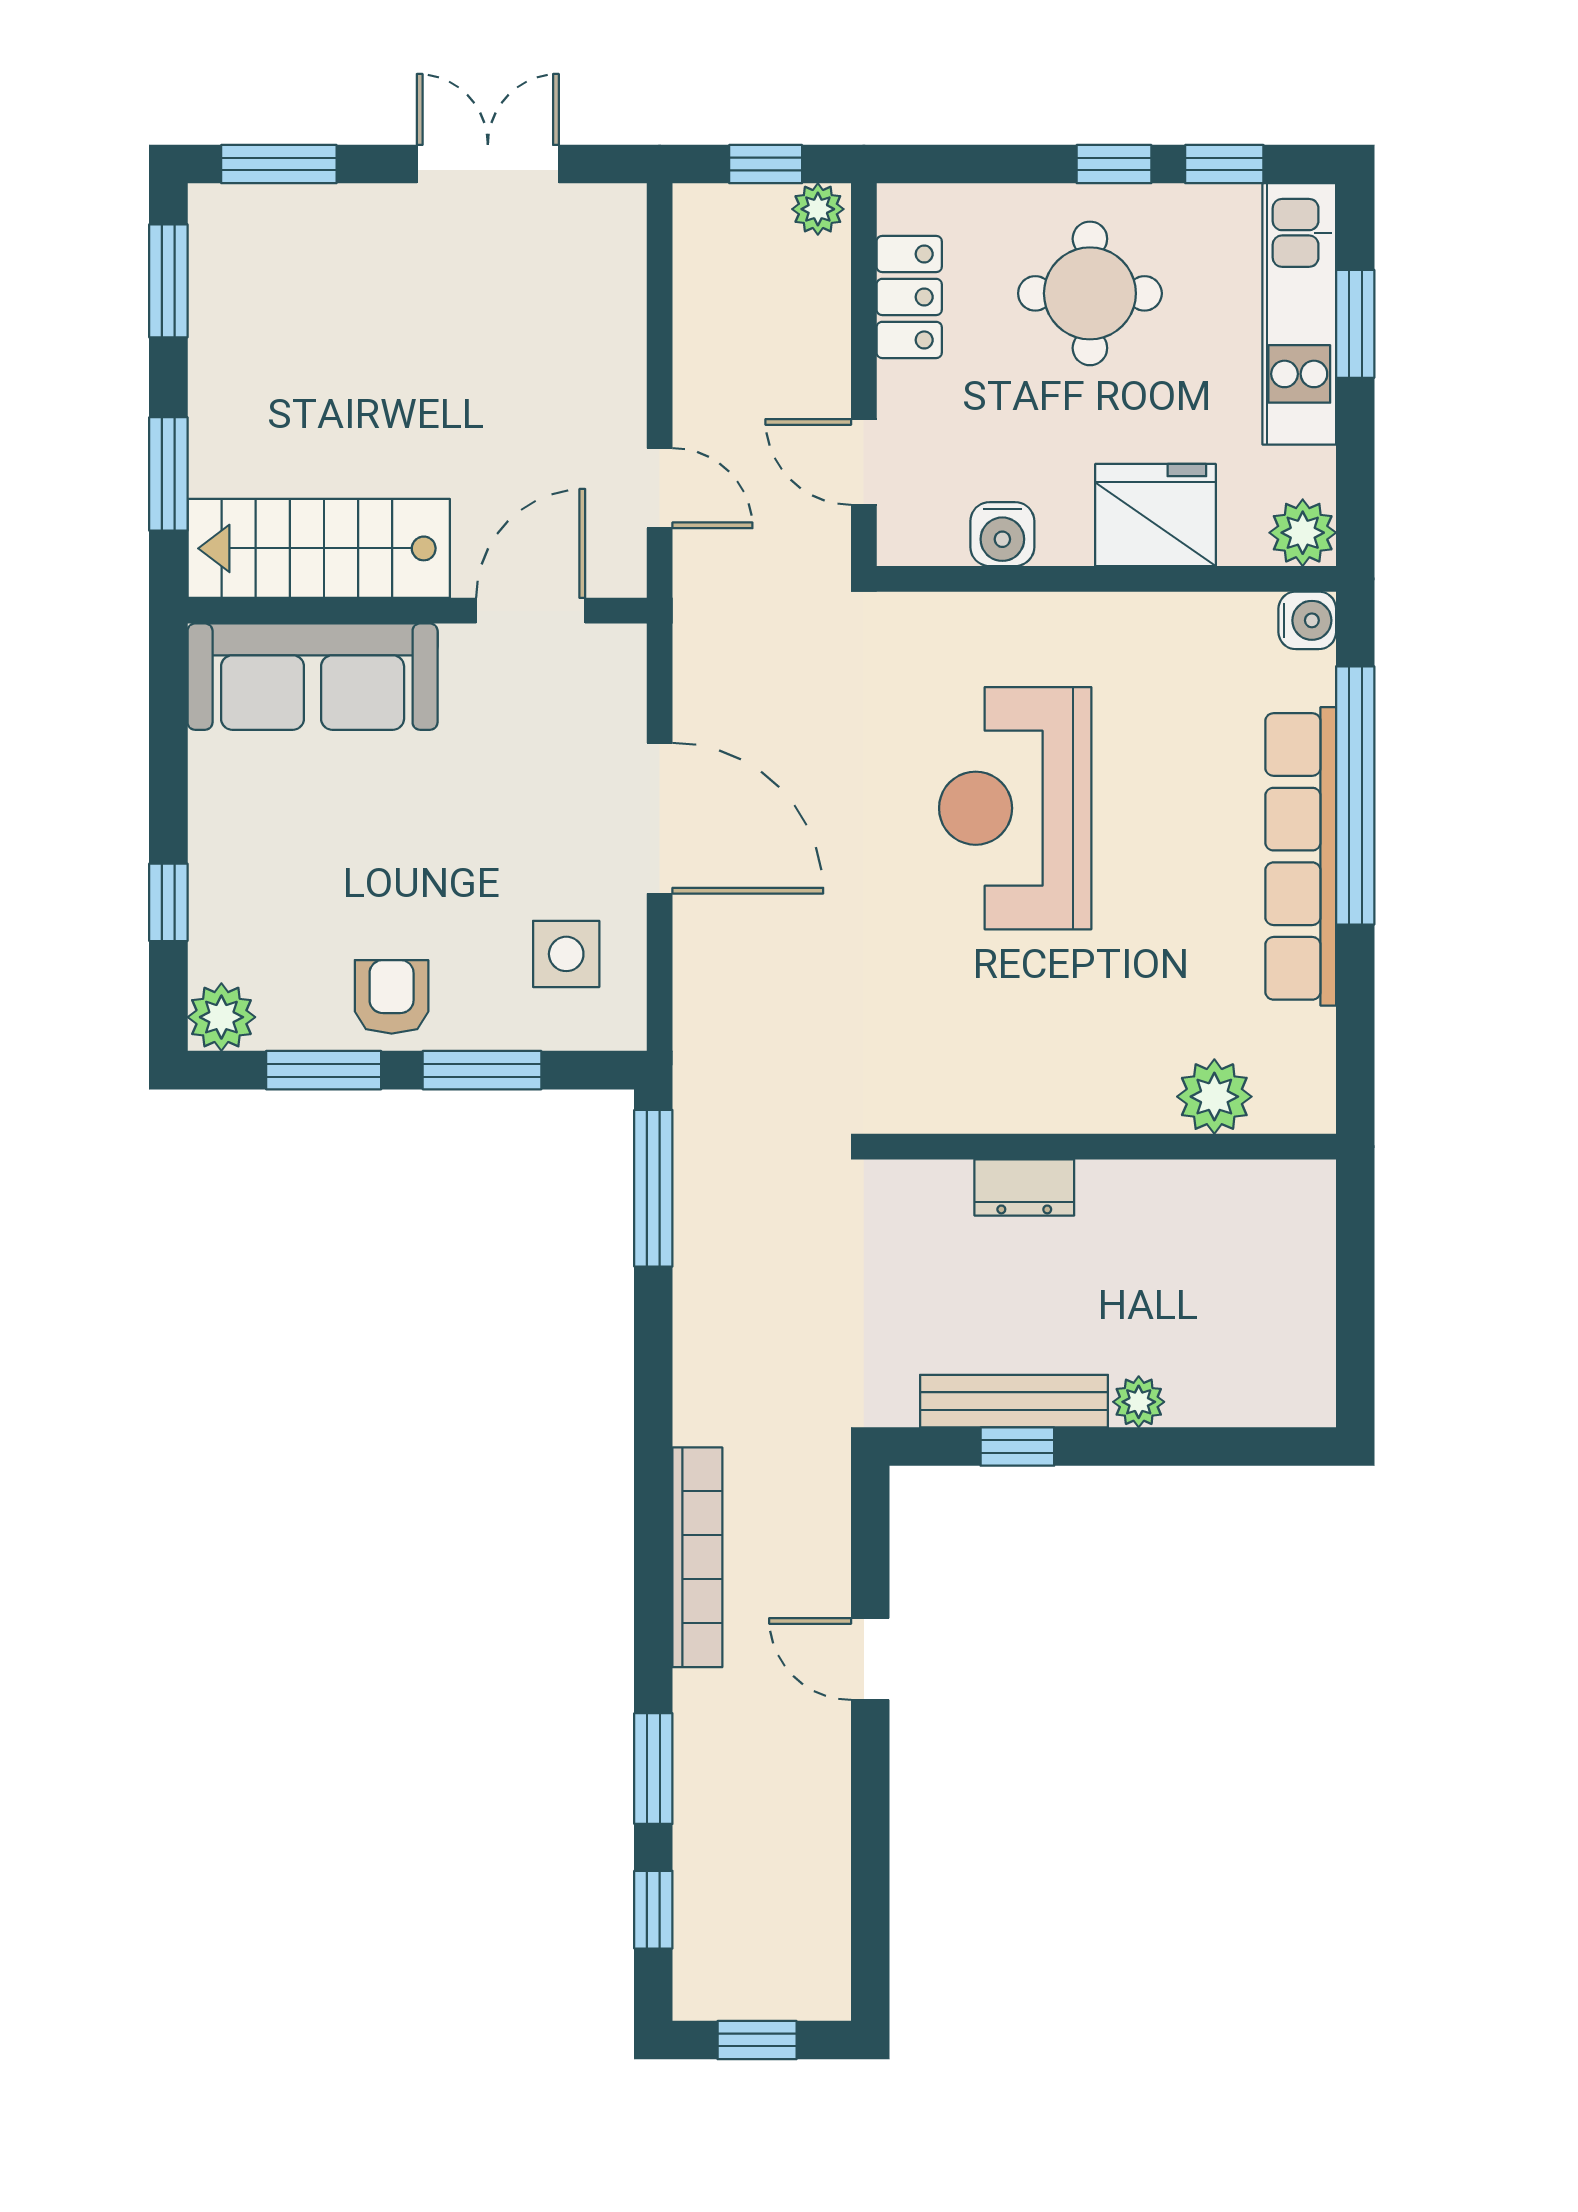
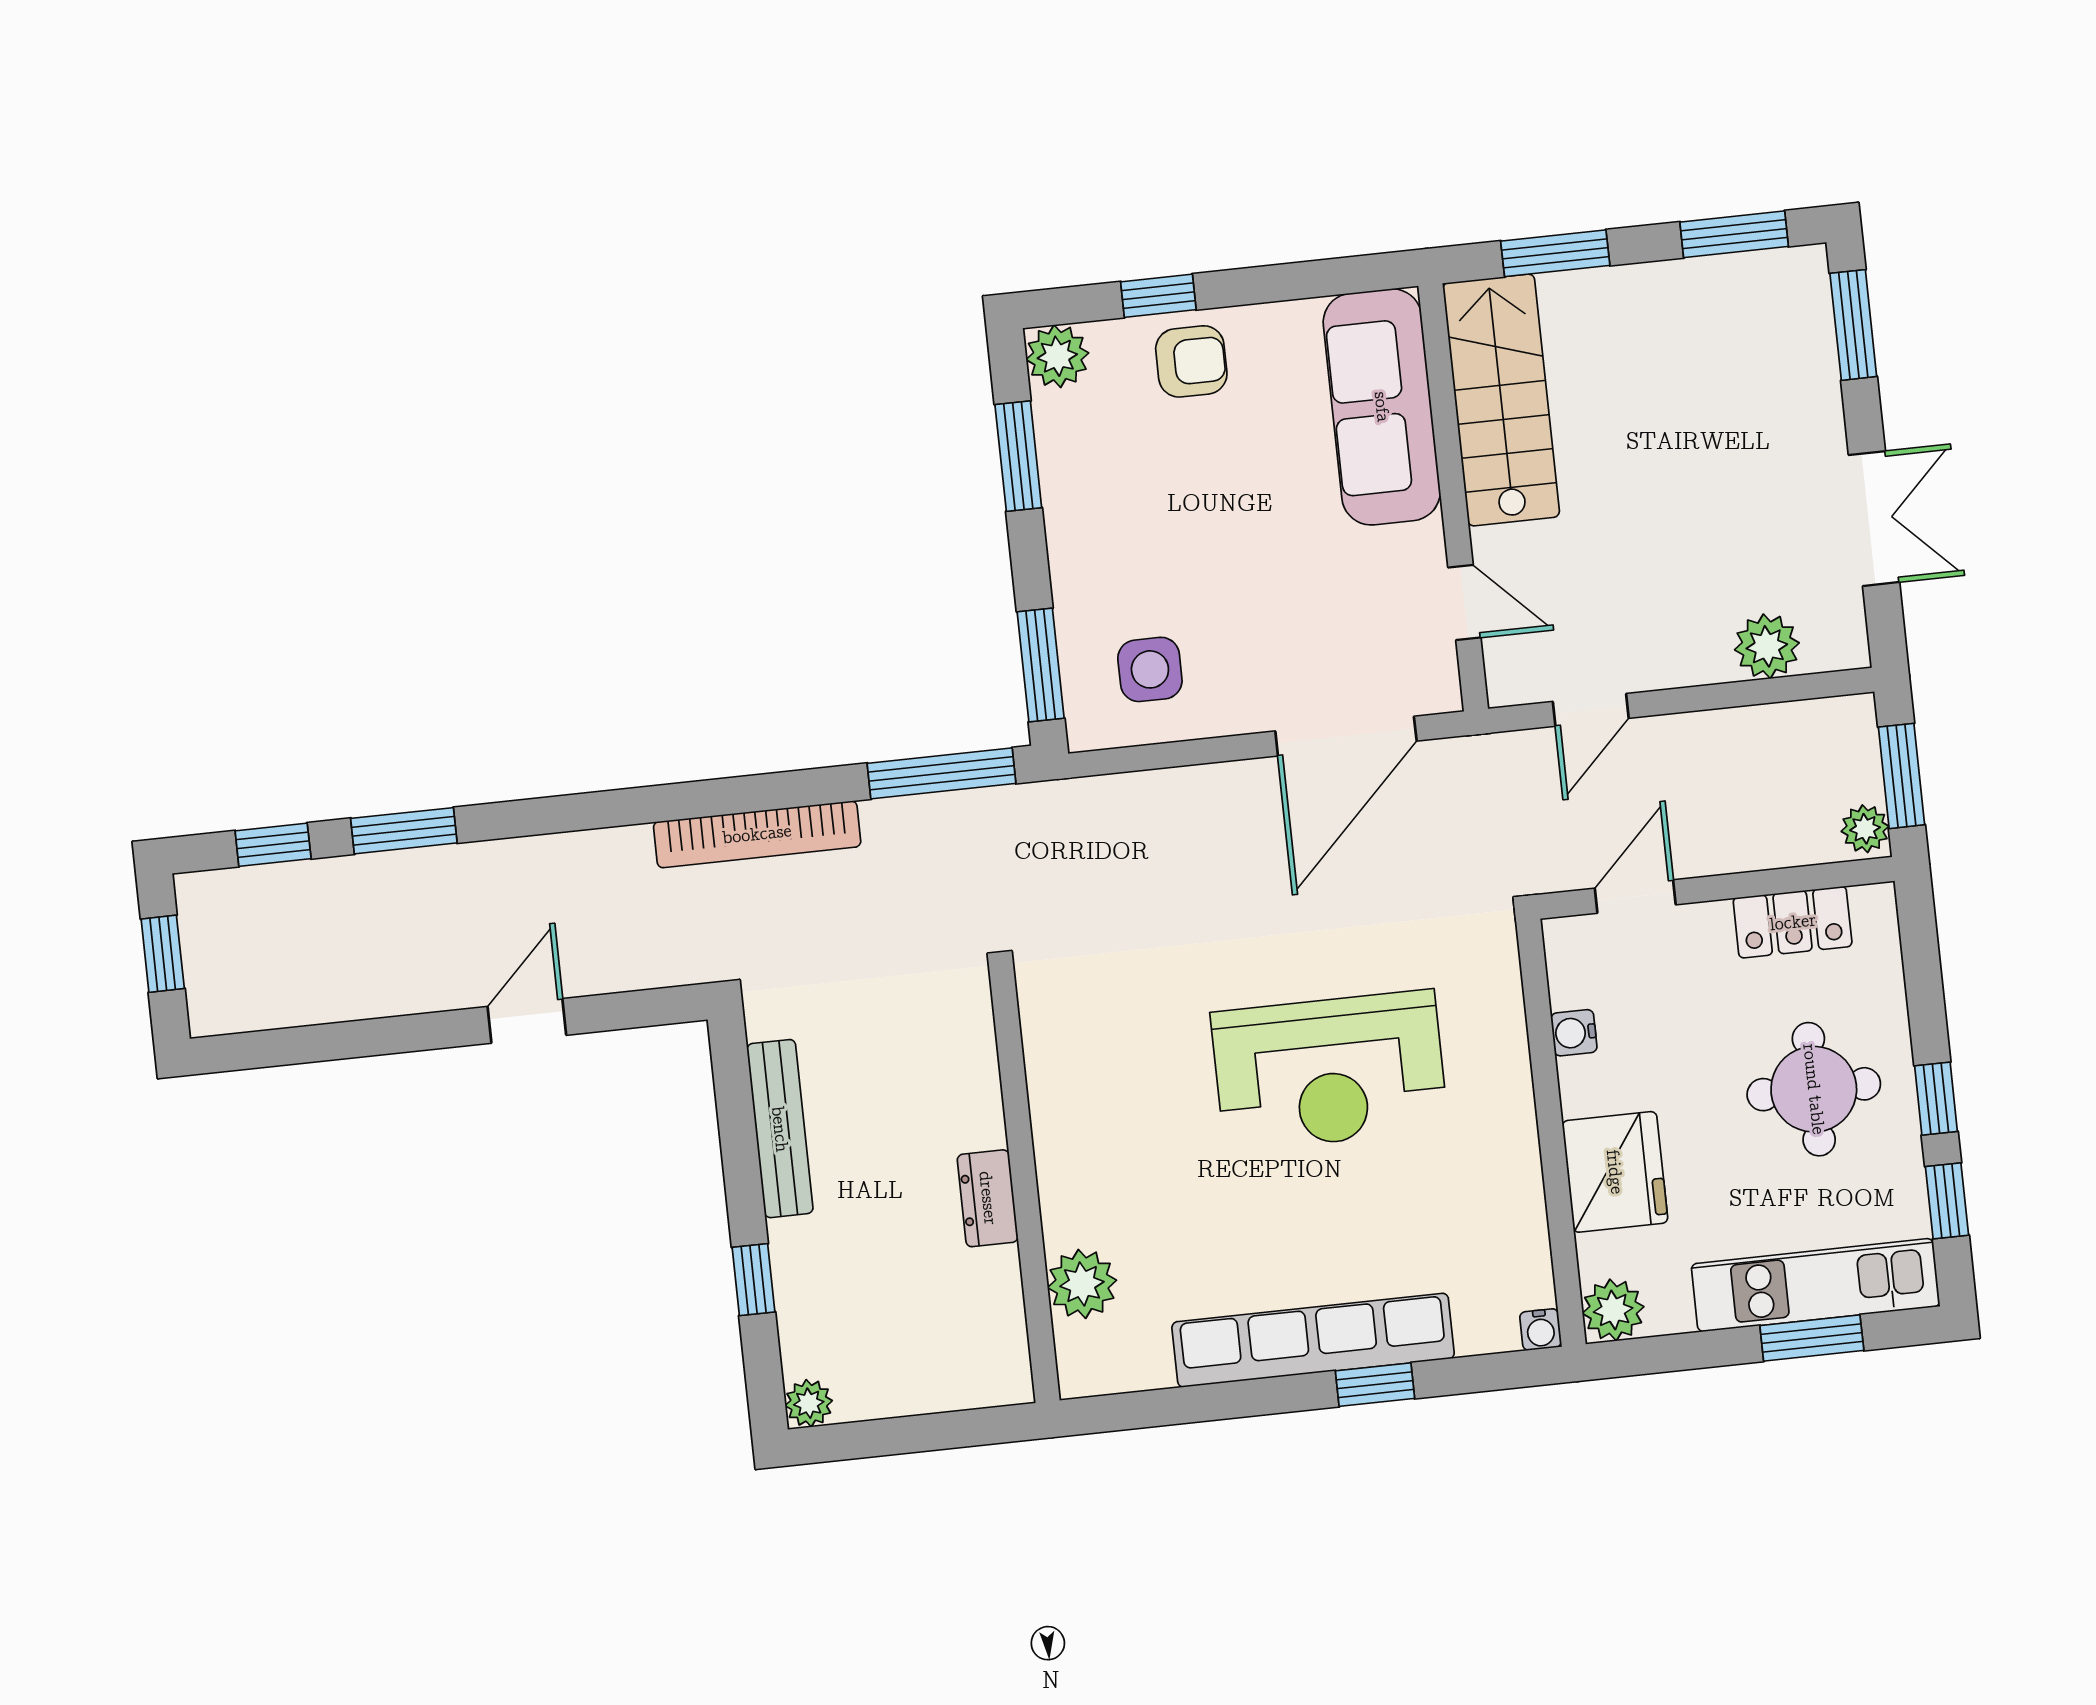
window: (766, 164) -> (1901, 776), width x1.50
plant: (612, 293) -> (1767, 646), added
water cooler: (1002, 534) -> (1574, 1033), width x0.72, depth x0.72
door: (531, 611) -> (1464, 603), width x0.73
water cooler: (1307, 620) -> (1541, 1330), width x0.72, depth x0.72
window: (1355, 795) -> (1375, 1385), width x0.32
reception desk: (1015, 808) -> (1329, 1071), turned 180
door: (660, 818) -> (1346, 736), moved
armchair: (392, 997) -> (1191, 361), moved
window: (482, 1070) -> (1041, 665), moved
dresser: (1024, 1188) -> (988, 1198), moved
plant: (1139, 1402) -> (809, 1403), moved
window: (1017, 1447) -> (754, 1280), moved
bookcase: (697, 1557) -> (757, 834), moved

